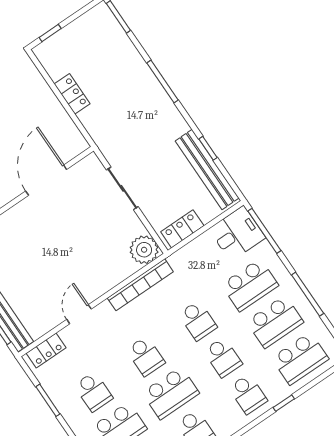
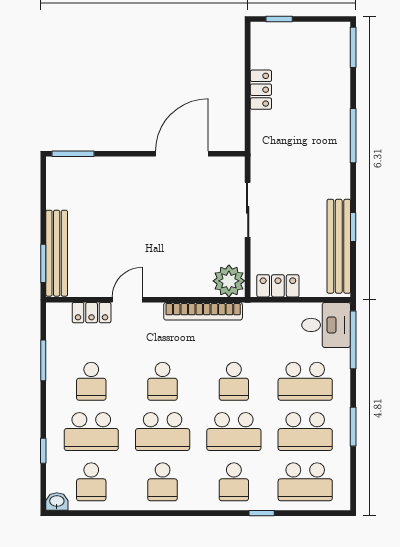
window: (308, 294) -> (353, 427), width x0.69
locker: (46, 350) -> (92, 313), moved
school desk: (223, 357) -> (234, 432), width x1.85

